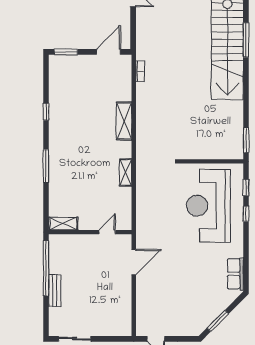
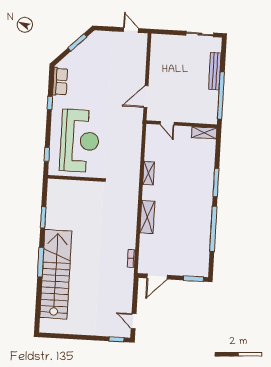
window: (246, 40) -> (41, 262), moved
window: (46, 112) -> (213, 229), width x3.17
window: (246, 140) -> (43, 217), moved
window: (246, 214) -> (50, 103), moved
door: (107, 232) -> (167, 123), hinge flipped
bench: (55, 291) -> (215, 71), width x1.36

